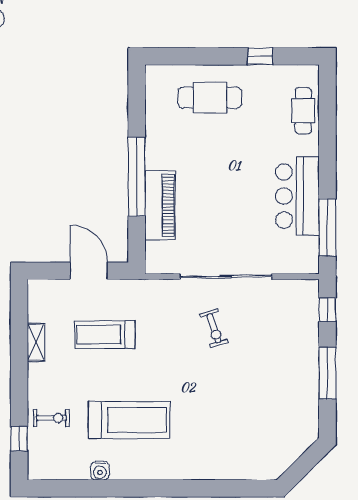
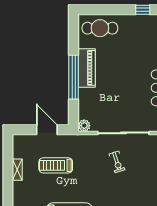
cafe table: (210, 98) -> (100, 28), moved
piano: (160, 205) -> (87, 68), moved
plant: (156, 263) -> (84, 126), added

